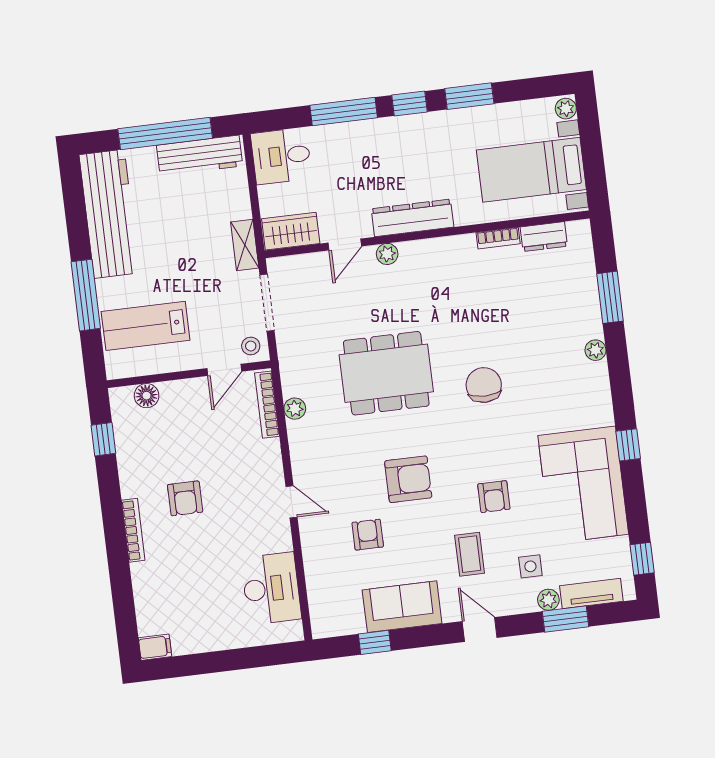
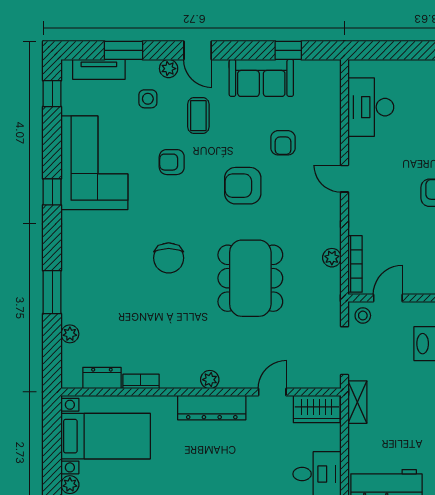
plant: (387, 254) -> (210, 380), moved
window: (610, 297) -> (52, 292), moved
plant: (596, 350) -> (70, 334), moved
dining table: (386, 373) -> (250, 278), turned 90
armchair: (494, 497) -> (172, 162), turned -90
plant: (548, 600) -> (169, 69), moved

